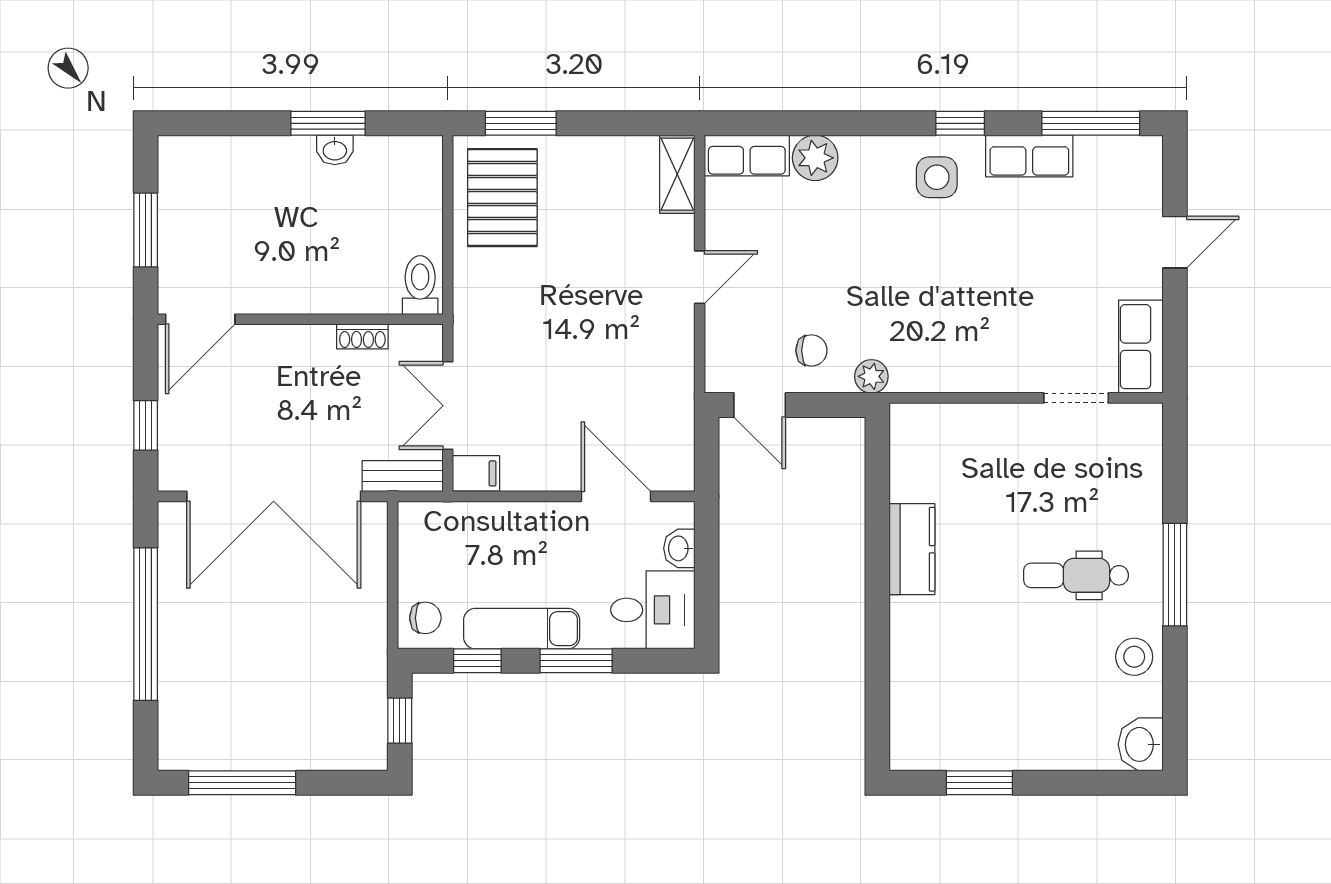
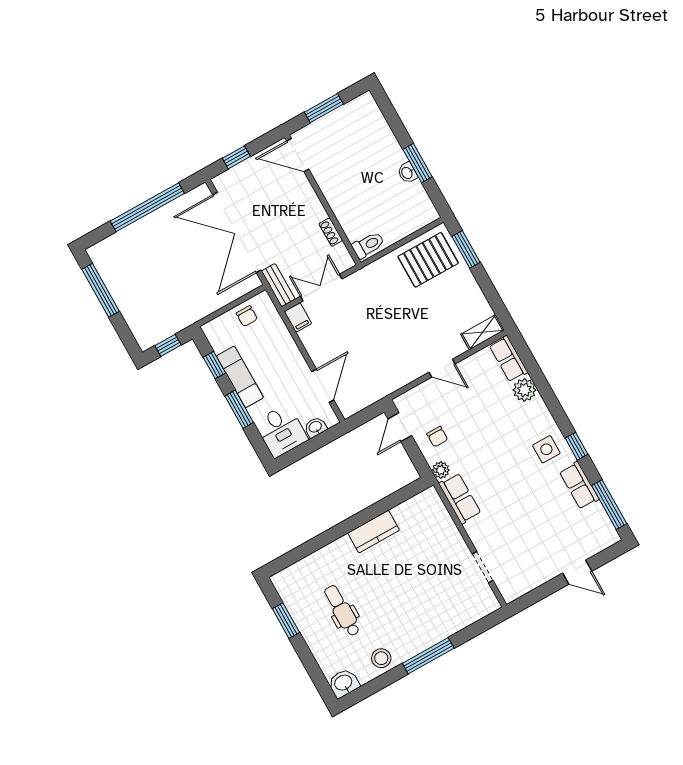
row of seats: (1141, 347) -> (460, 498), moved, turned 90
dental chair: (1076, 575) -> (342, 611), moved
chair: (425, 618) -> (247, 316), moved

